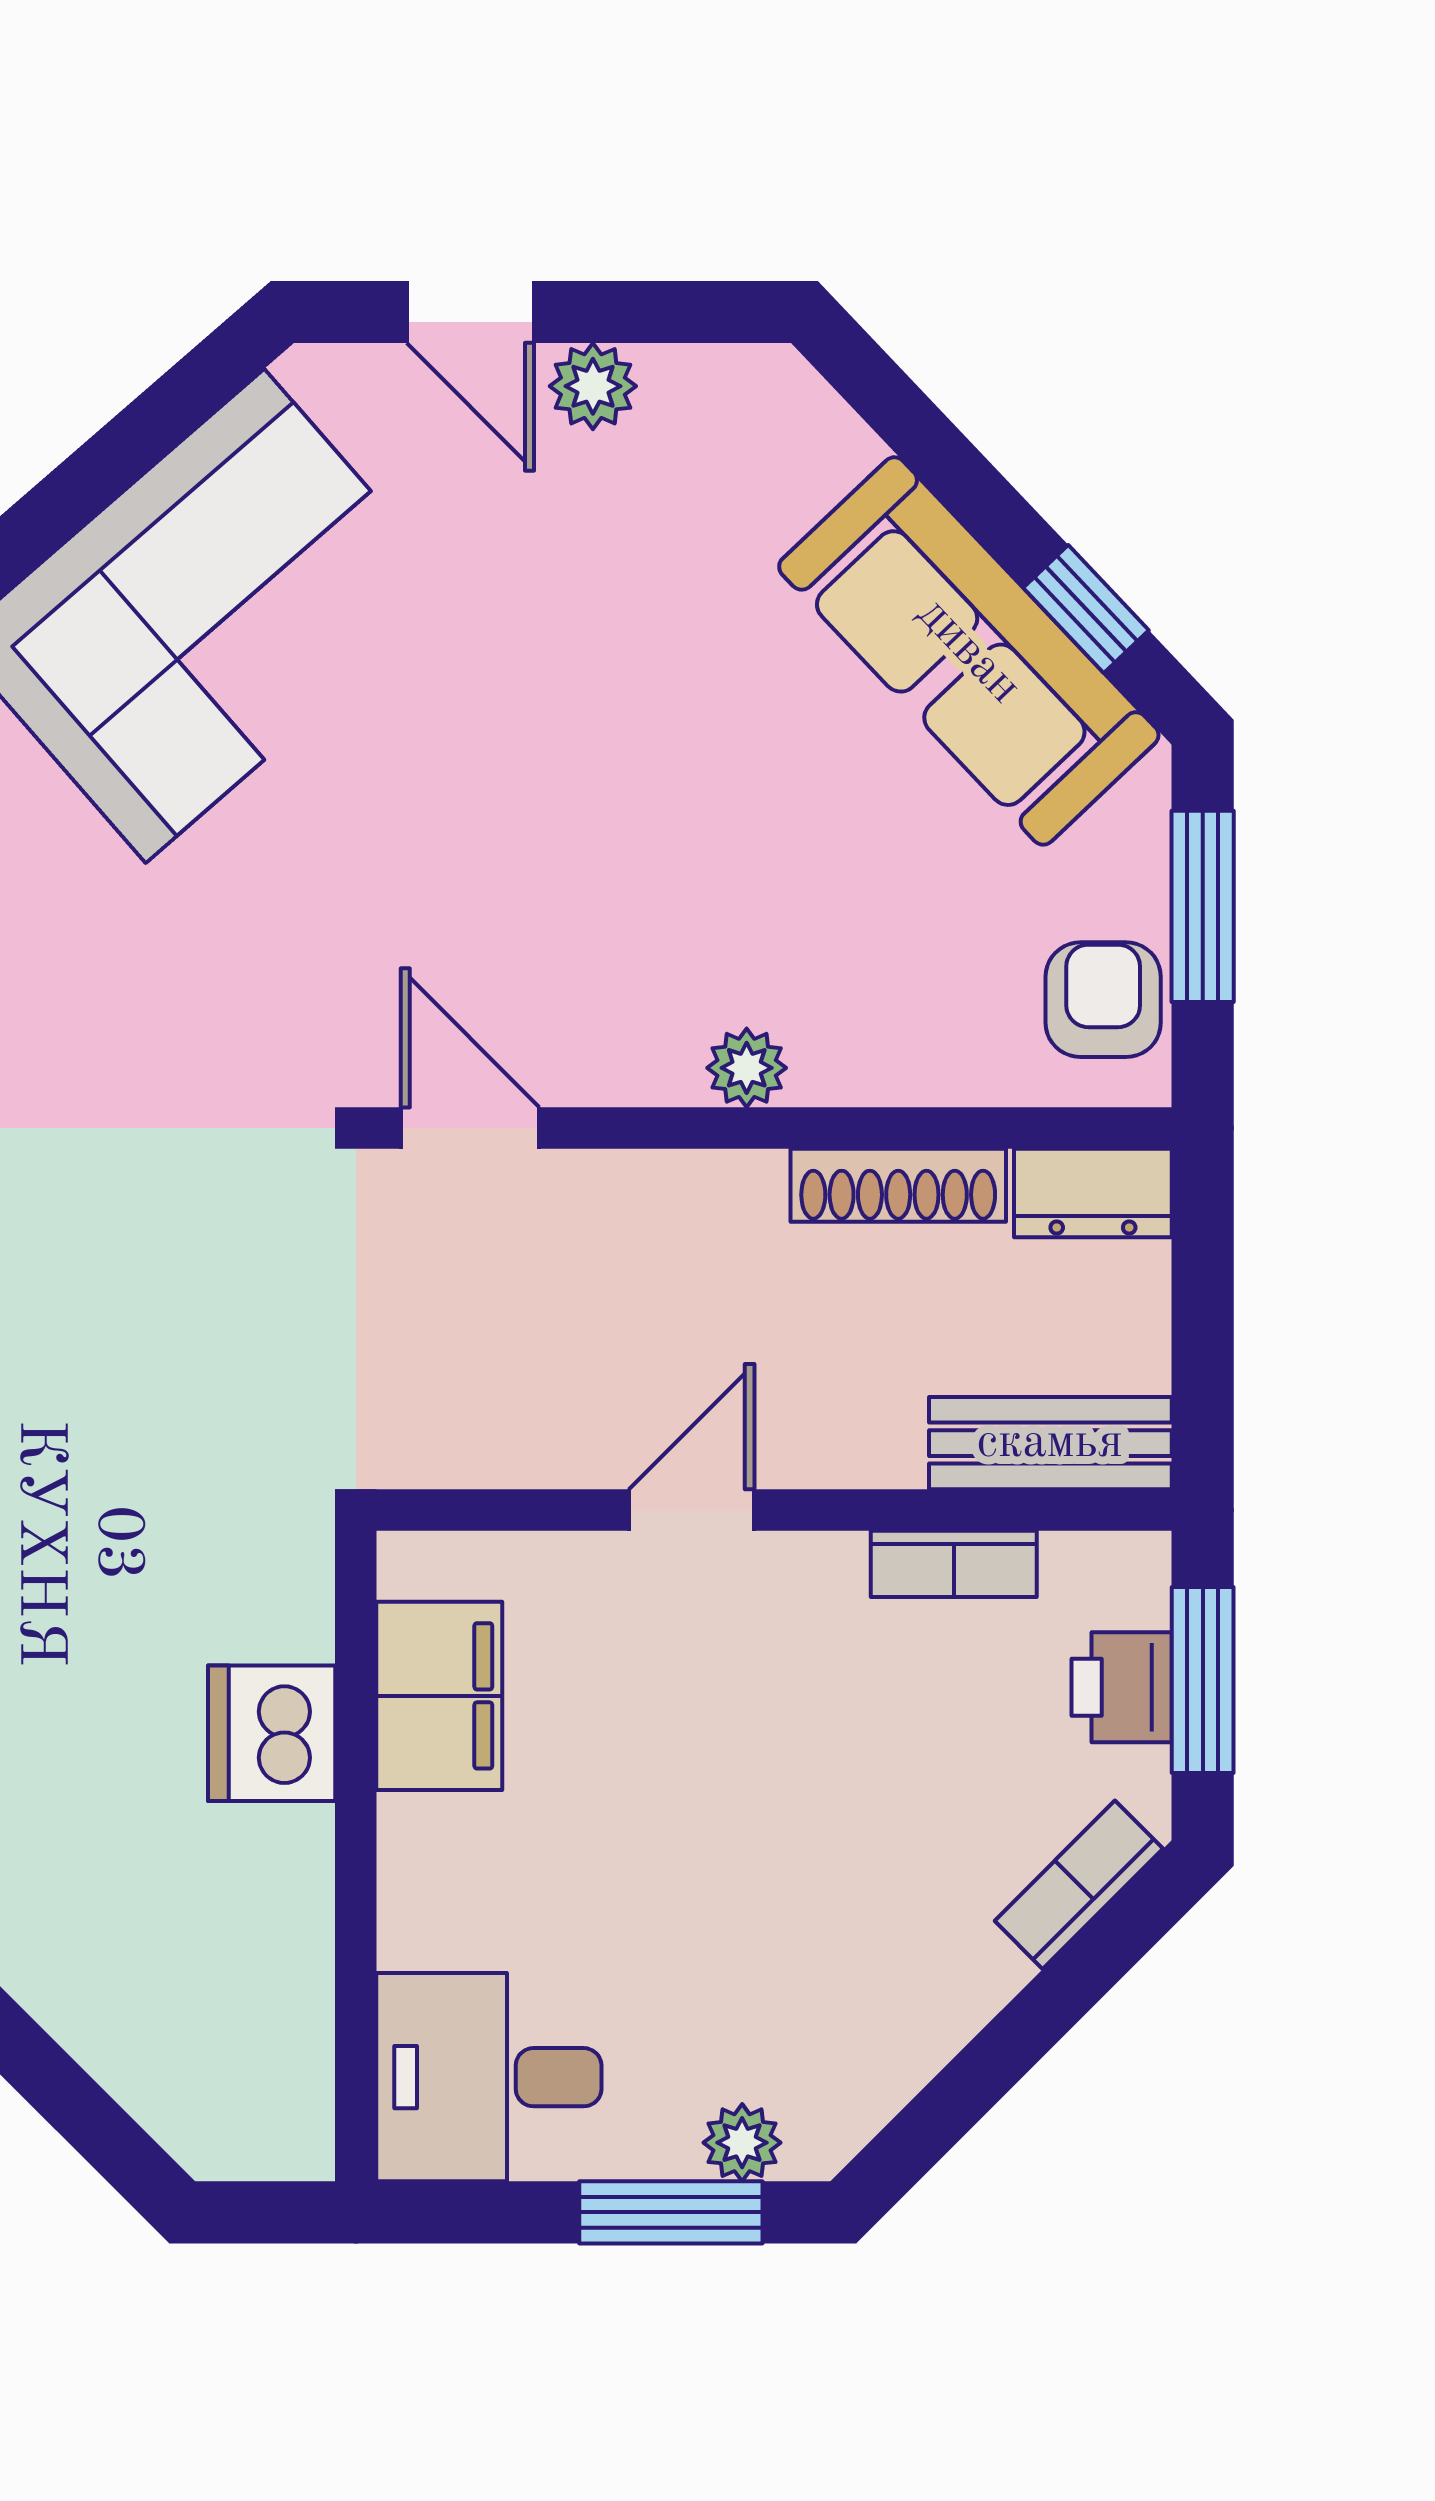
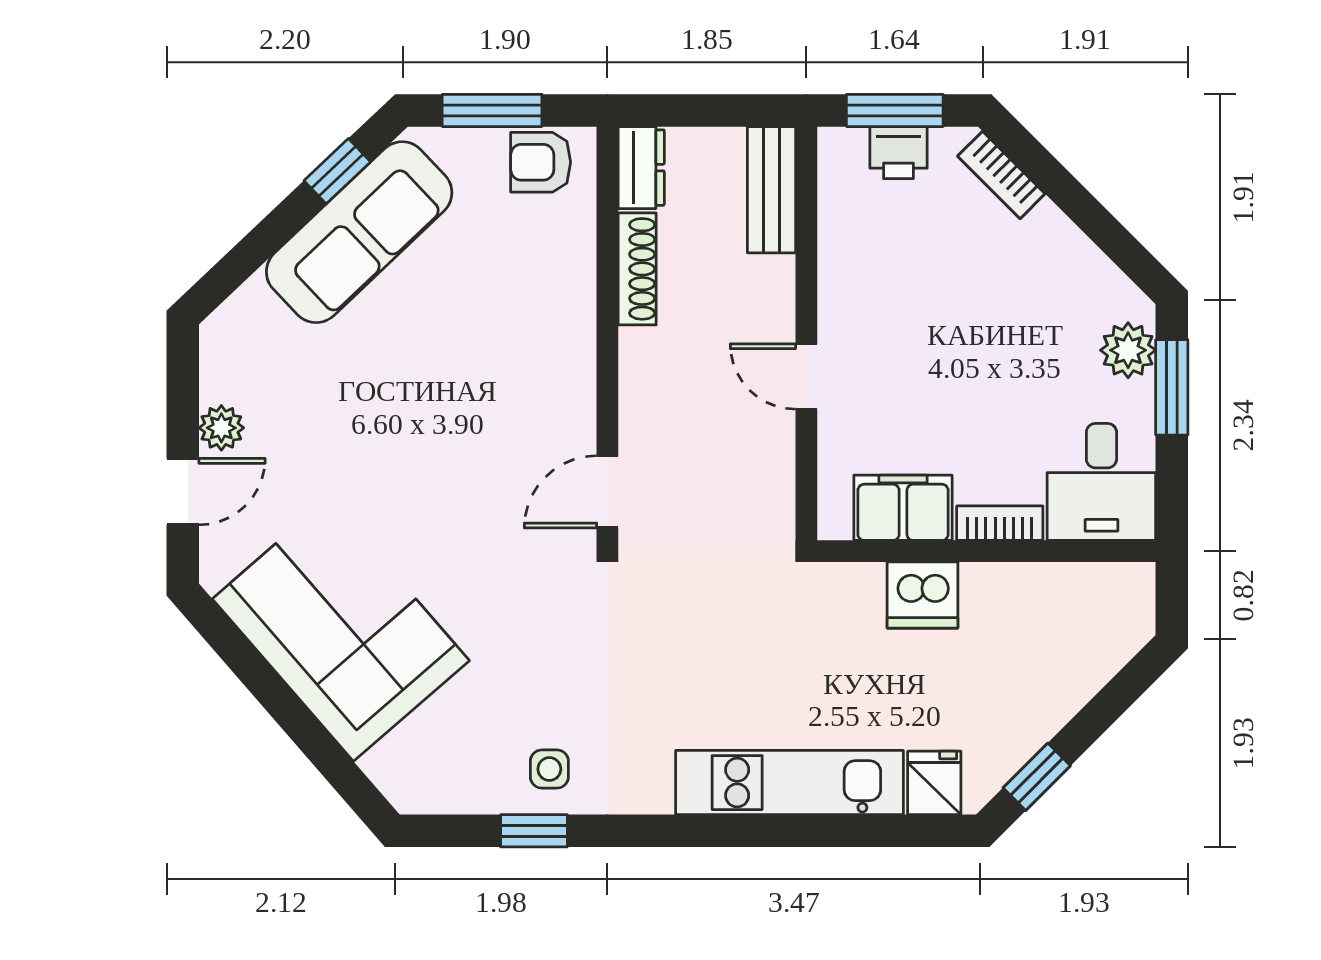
plant: (747, 1068) -> (576, 348), removed
bookcase: (954, 1564) -> (1000, 523), moved, turned -90
plant: (742, 2143) -> (1128, 350), width x1.38, depth x1.38

